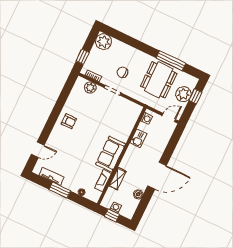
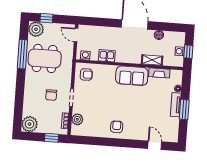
plant: (183, 94) -> (36, 29), moved
armchair: (128, 112) -> (86, 75), added
tv unit: (51, 176) -> (176, 105), moved

